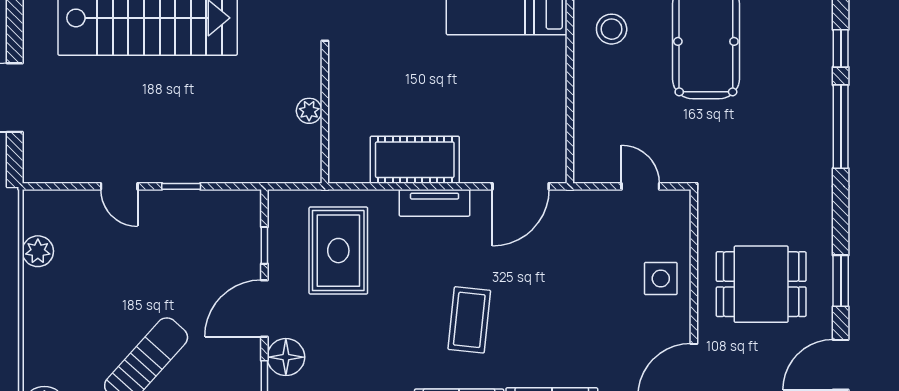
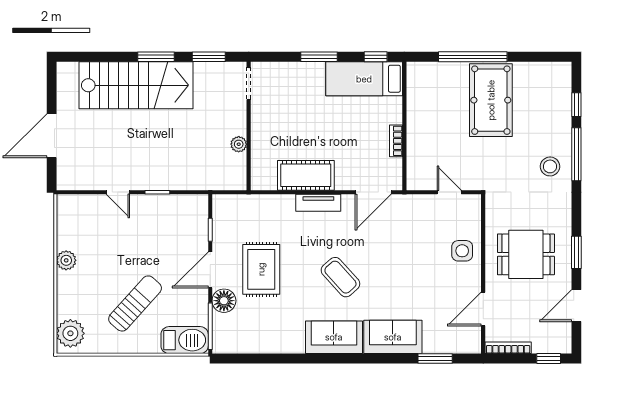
stool: (612, 29) -> (550, 166), moved
bookcase: (557, 106) -> (396, 141), added
plant: (38, 251) -> (66, 260), moved
rug: (338, 251) -> (261, 269), moved
coffee table: (469, 320) -> (340, 277), turned -48

